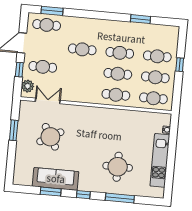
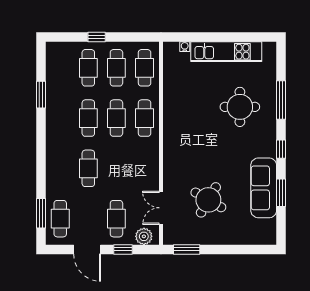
window: (14, 130) -> (187, 249), moved
round table: (50, 137) -> (208, 200), turned -30

